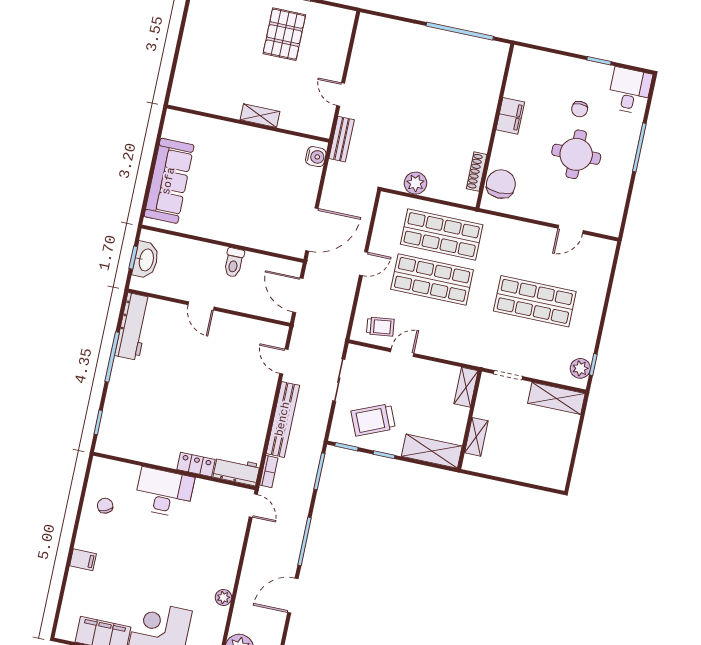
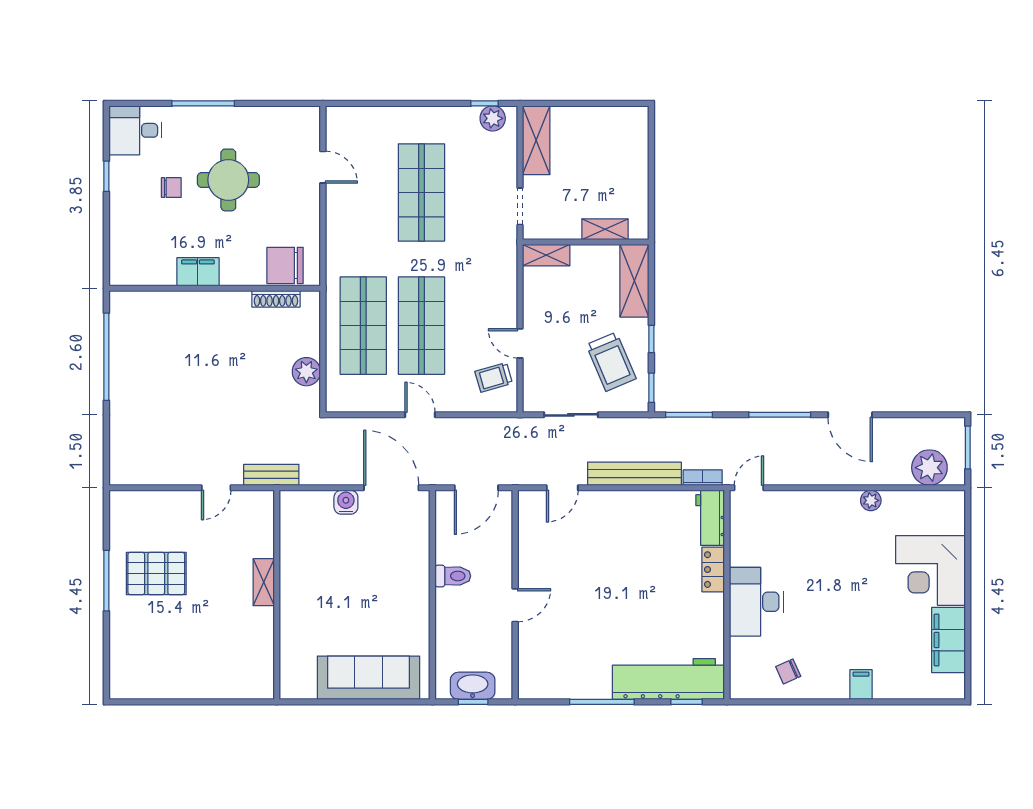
water cooler: (316, 157) -> (346, 502), moved
workbench: (133, 327) -> (668, 679), moved, width x1.36, depth x1.32
trolley: (380, 327) -> (494, 377), turned -99

